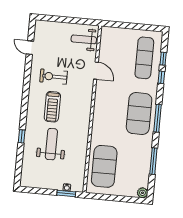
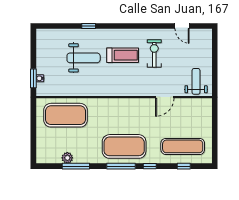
door: (30, 48) -> (182, 26), swing flipped
window: (161, 77) -> (150, 166), moved
treadmill: (52, 107) -> (123, 55), turned 180
plant: (142, 193) -> (67, 158), moved

